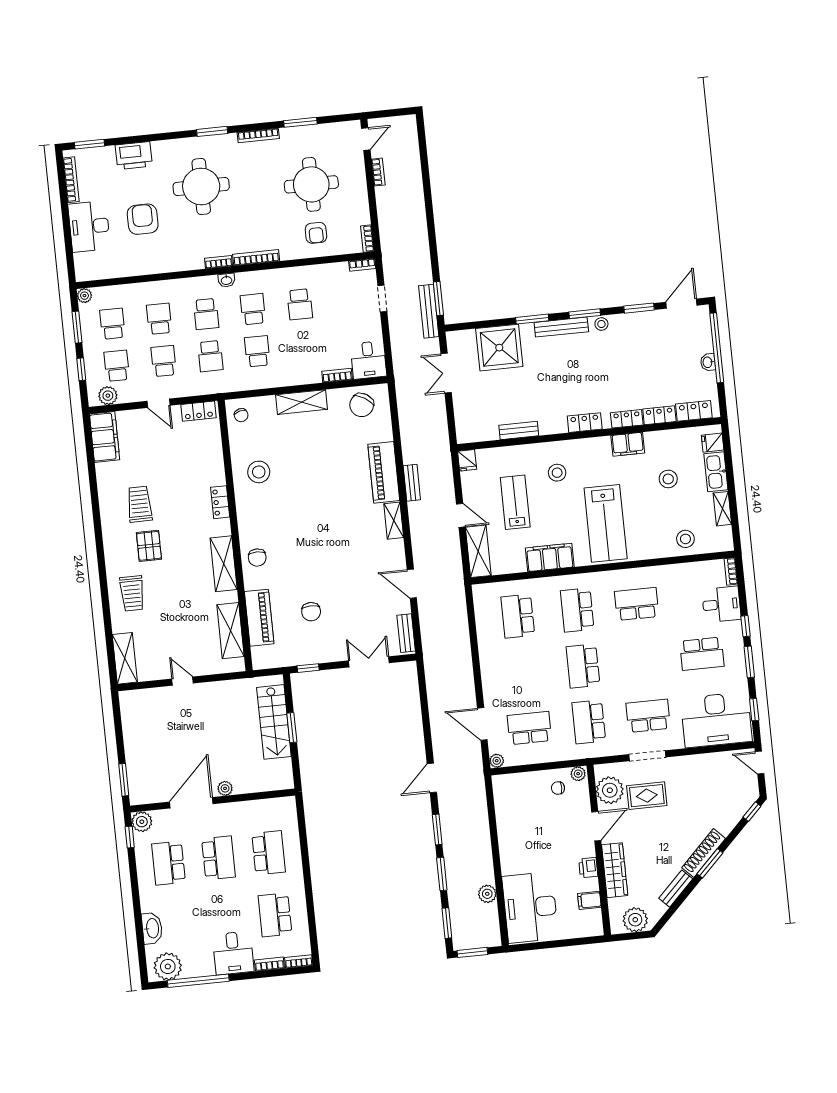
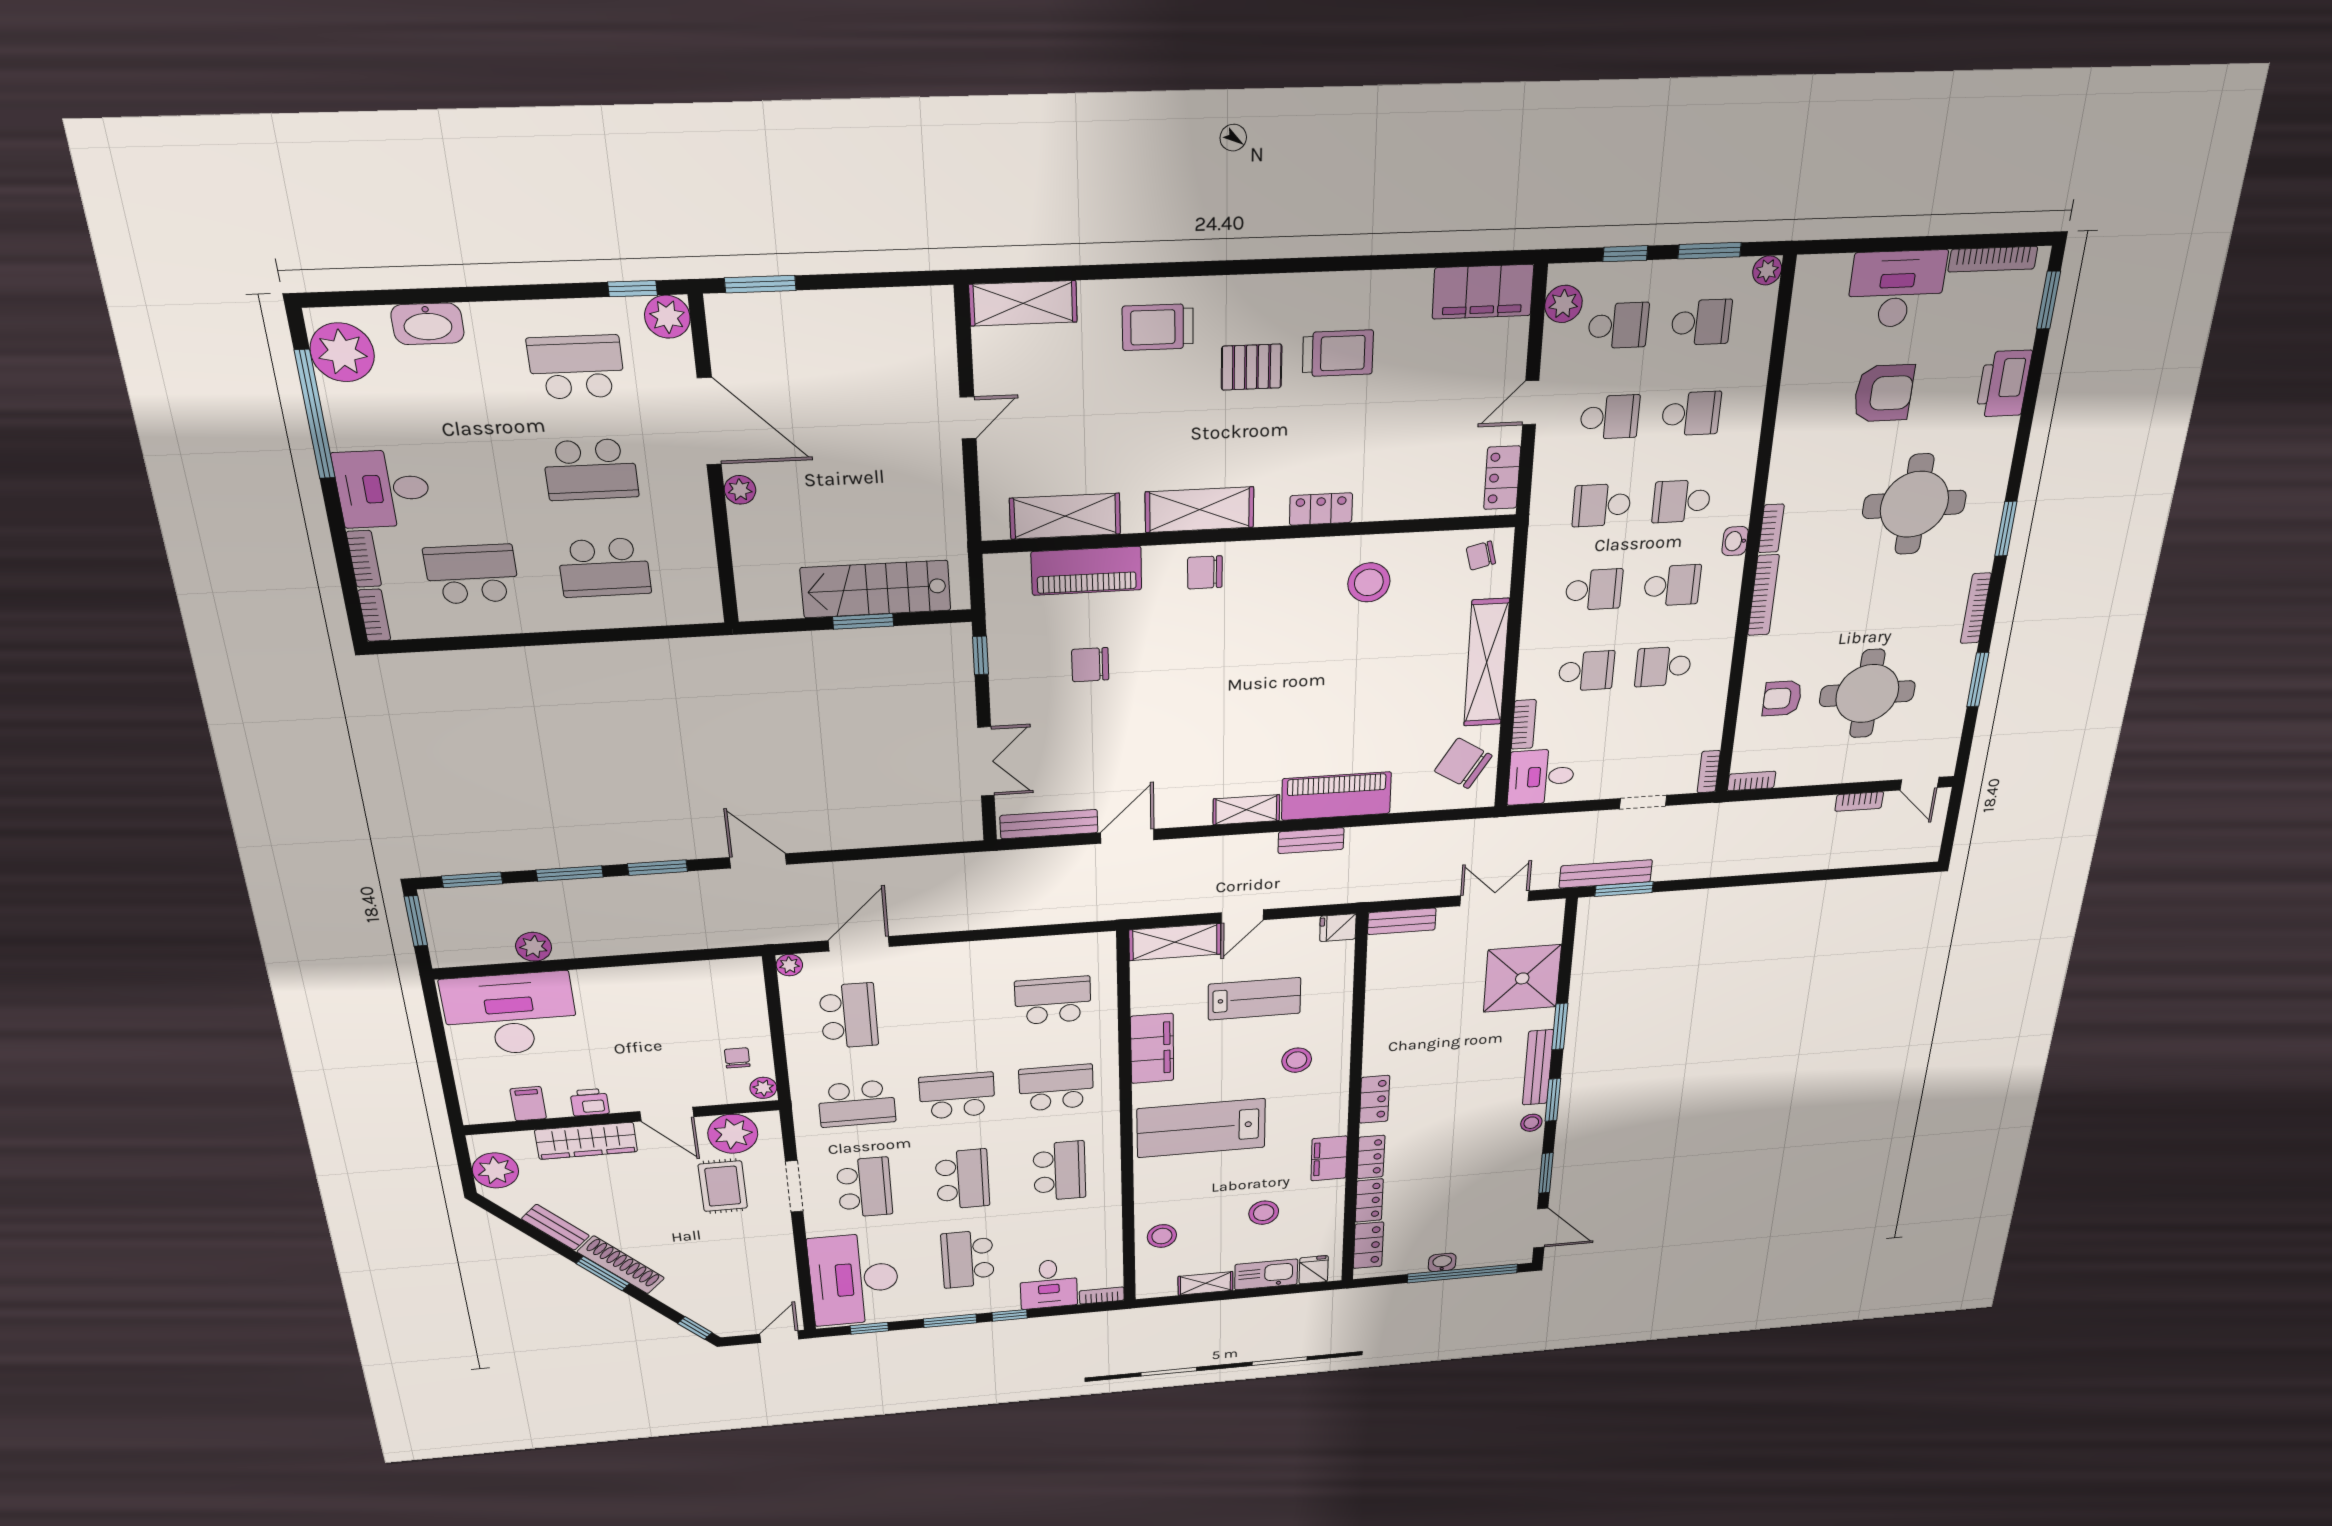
school desk: (304, 346) -> (1586, 671), added
shelving: (301, 402) -> (1487, 663), width x1.47
bench: (519, 430) -> (1402, 921), moved, turned 90
bench: (406, 633) -> (1049, 824), width x1.36
school desk: (642, 660) -> (963, 1179), added
school desk: (589, 722) -> (857, 1104), turned 180

